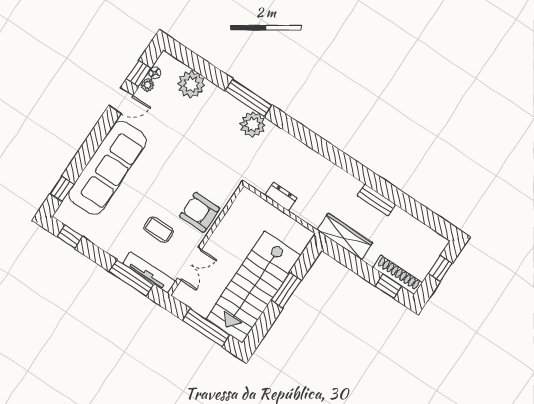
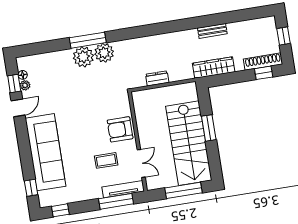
plant: (191, 84) -> (83, 57), moved

